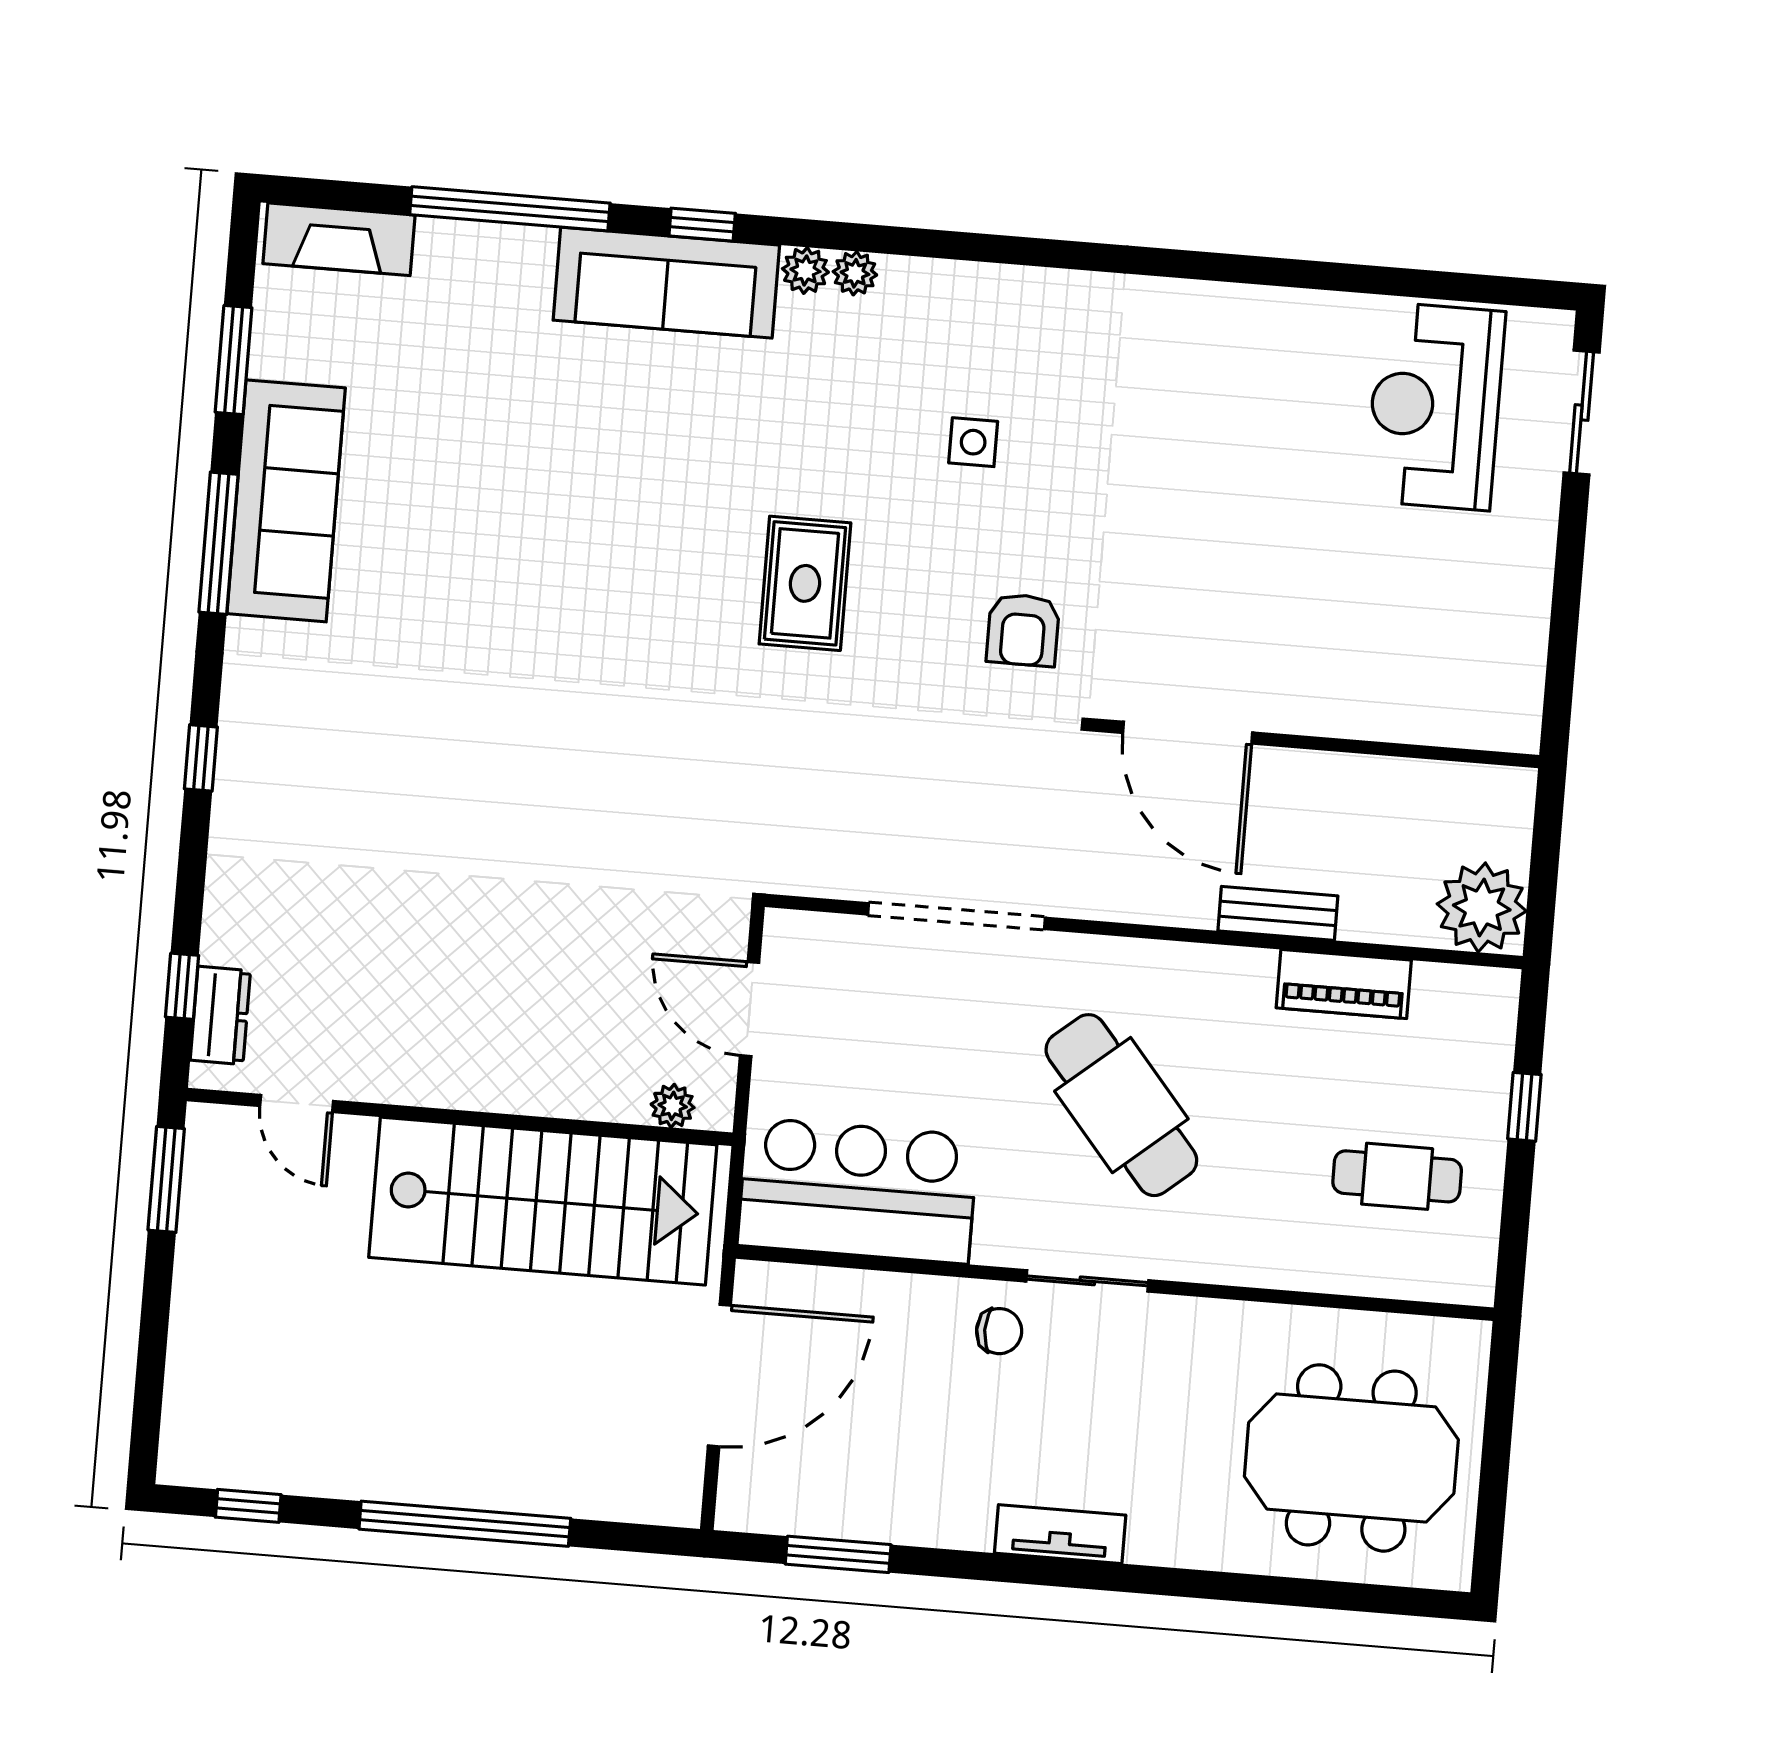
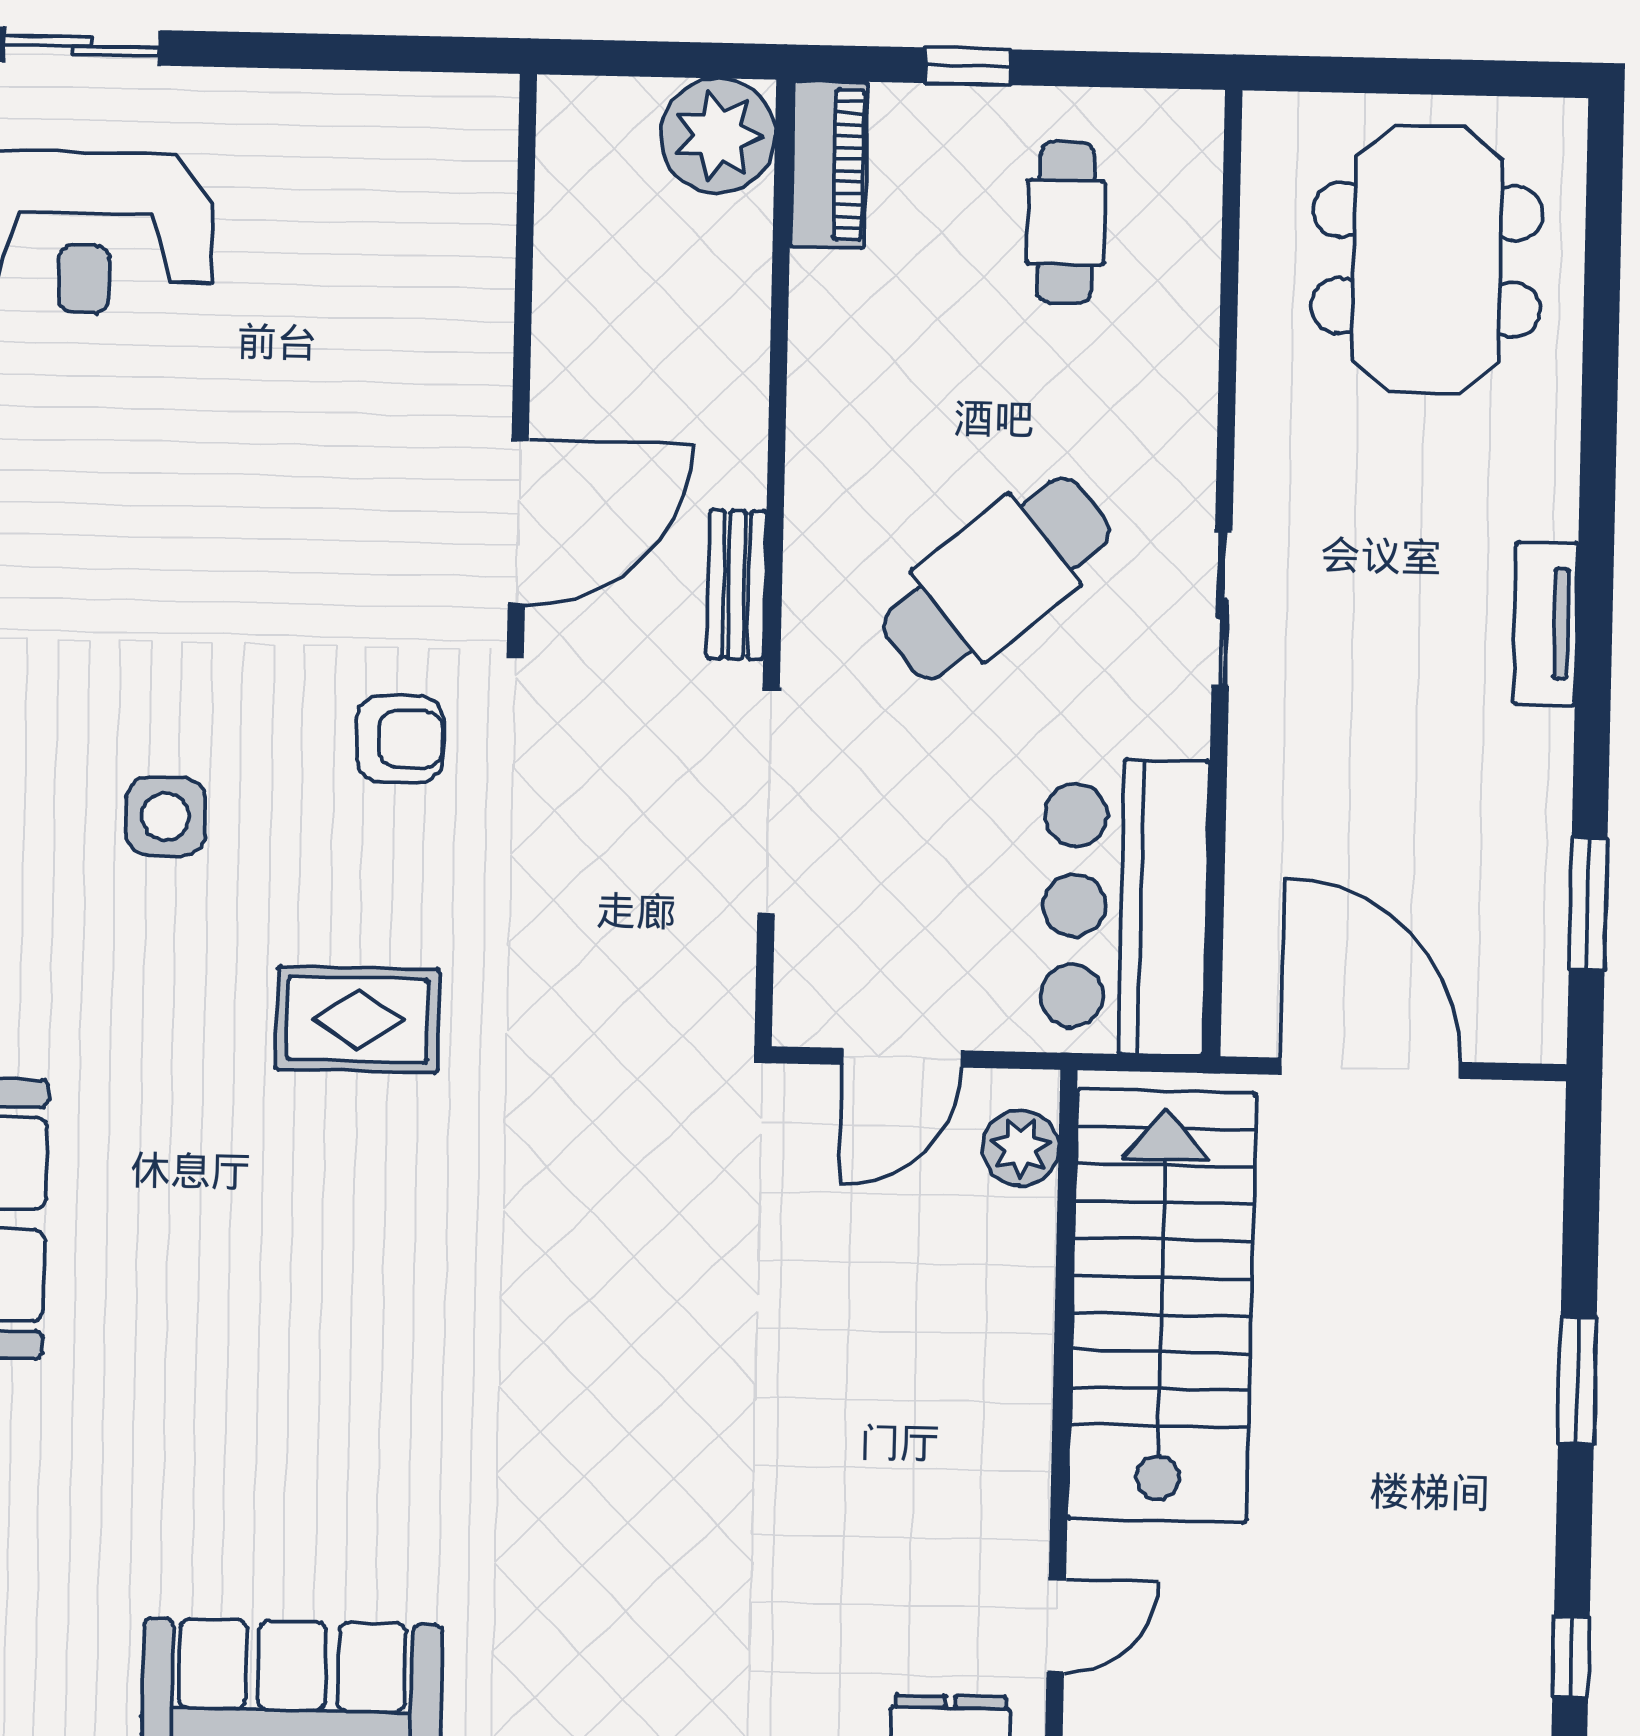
side table: (973, 442) -> (166, 816), width x1.37, depth x1.37
bench: (1278, 913) -> (737, 585), moved
piano: (1344, 984) -> (829, 164), moved
plant: (673, 1106) -> (1021, 1148), width x1.38, depth x1.38
chair: (999, 1331) -> (1292, 716), removed
window: (465, 1524) -> (1577, 1380), width x0.47

